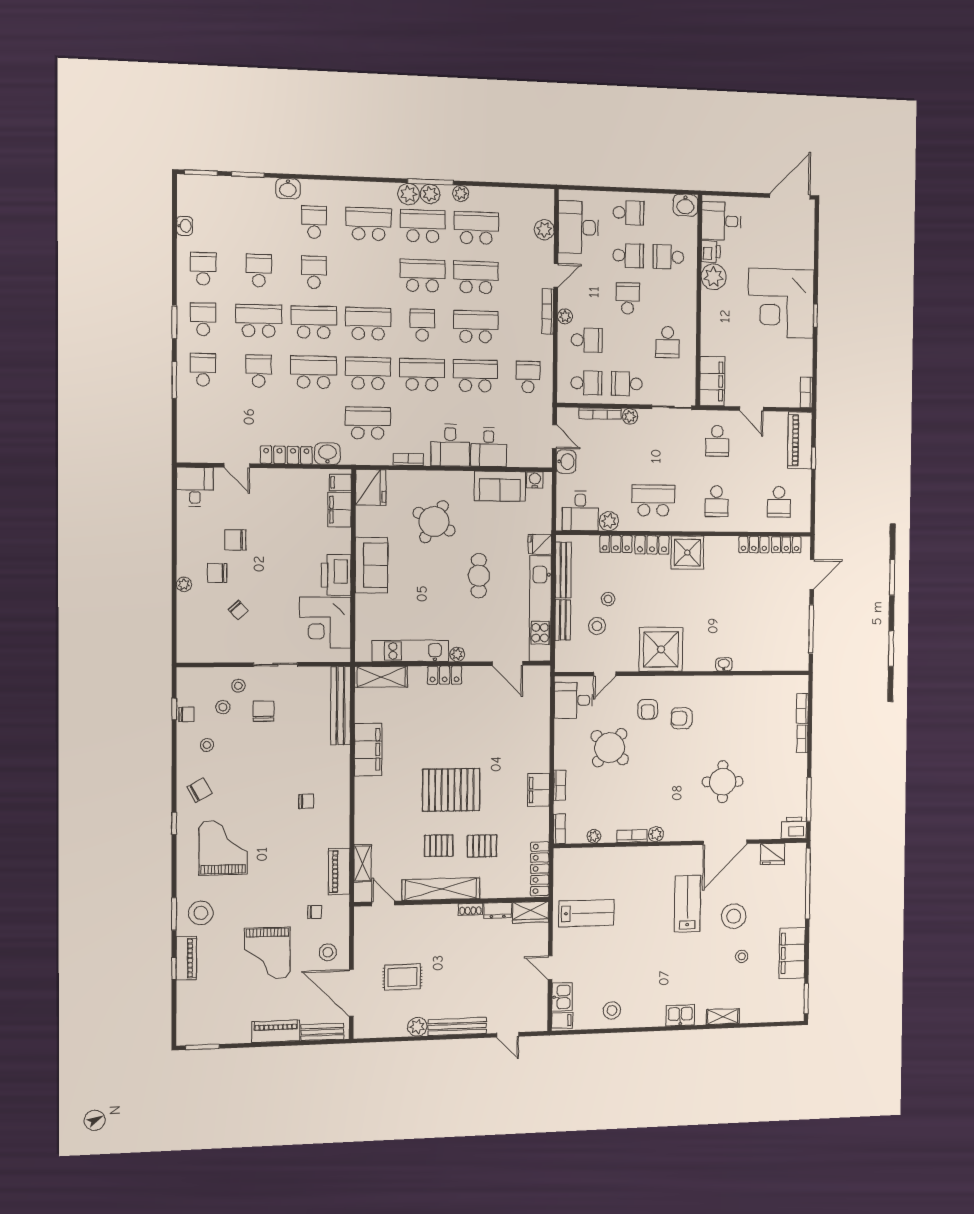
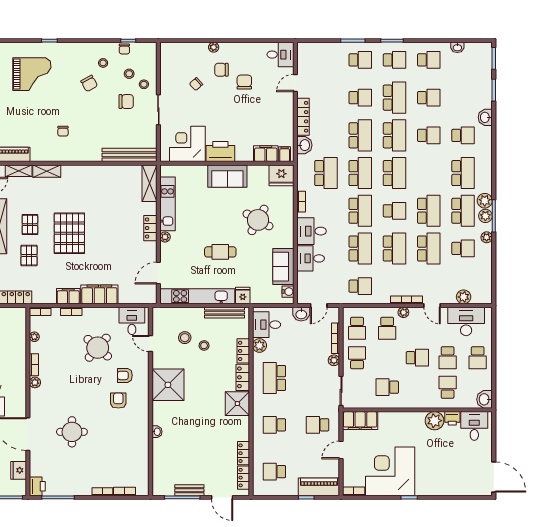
school desk: (476, 228) -> (463, 248), width x0.54
corner desk: (781, 303) -> (390, 471), moved
school desk: (653, 501) -> (274, 378), turned 180
chair: (217, 573) -> (221, 70), turned -90
bench: (563, 620) -> (189, 490), moved
filing cabinet: (368, 750) -> (99, 294), moved, turned 180
chair: (199, 790) -> (89, 83), moved
shelving: (363, 823) -> (47, 171), added

